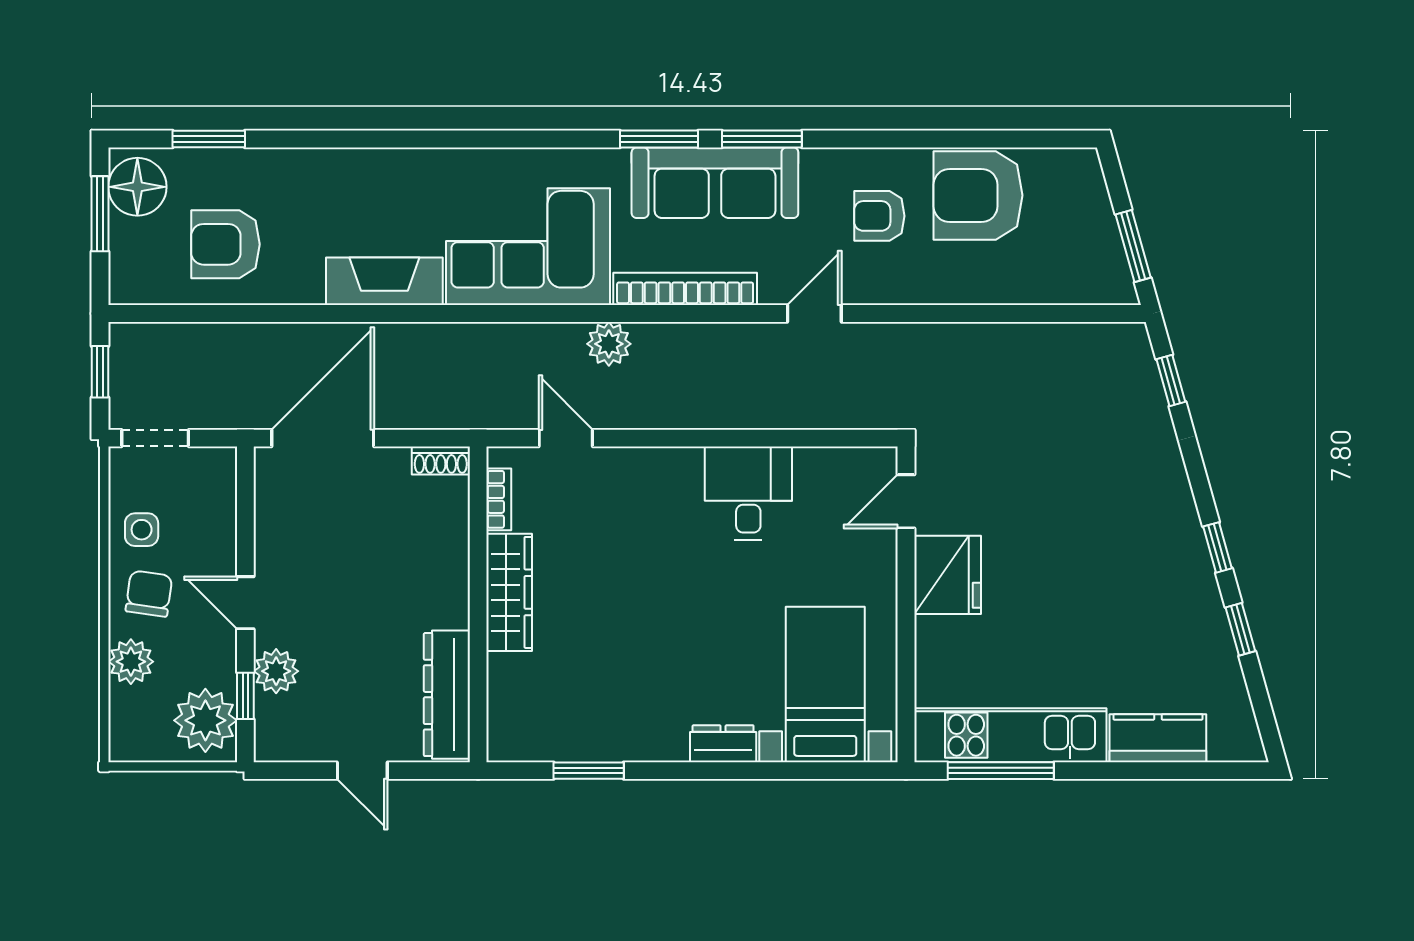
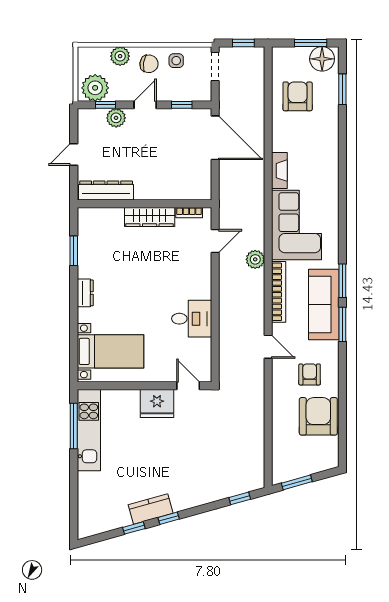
fireplace: (384, 281) -> (279, 171), width x0.73, depth x0.76
shoe rack: (441, 461) -> (206, 188), removed
window: (245, 517) -> (182, 105), added
kitchen counter: (1158, 738) -> (151, 509), moved, turned -106
dresser: (723, 744) -> (85, 293), moved

